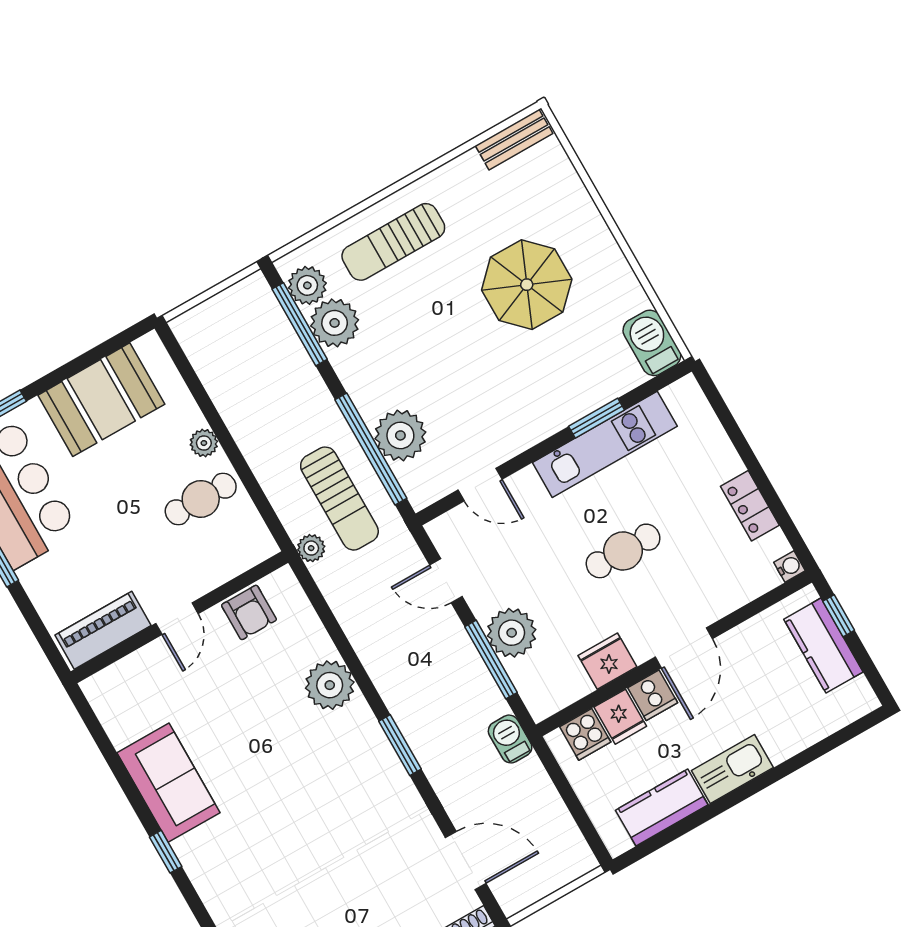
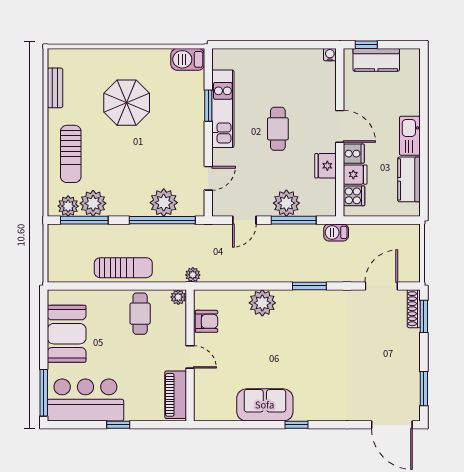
bench: (514, 140) -> (55, 88), moved
plant: (204, 443) -> (178, 297), moved
sun lounger: (339, 499) -> (123, 268), moved
locker: (750, 506) -> (291, 57), removed

